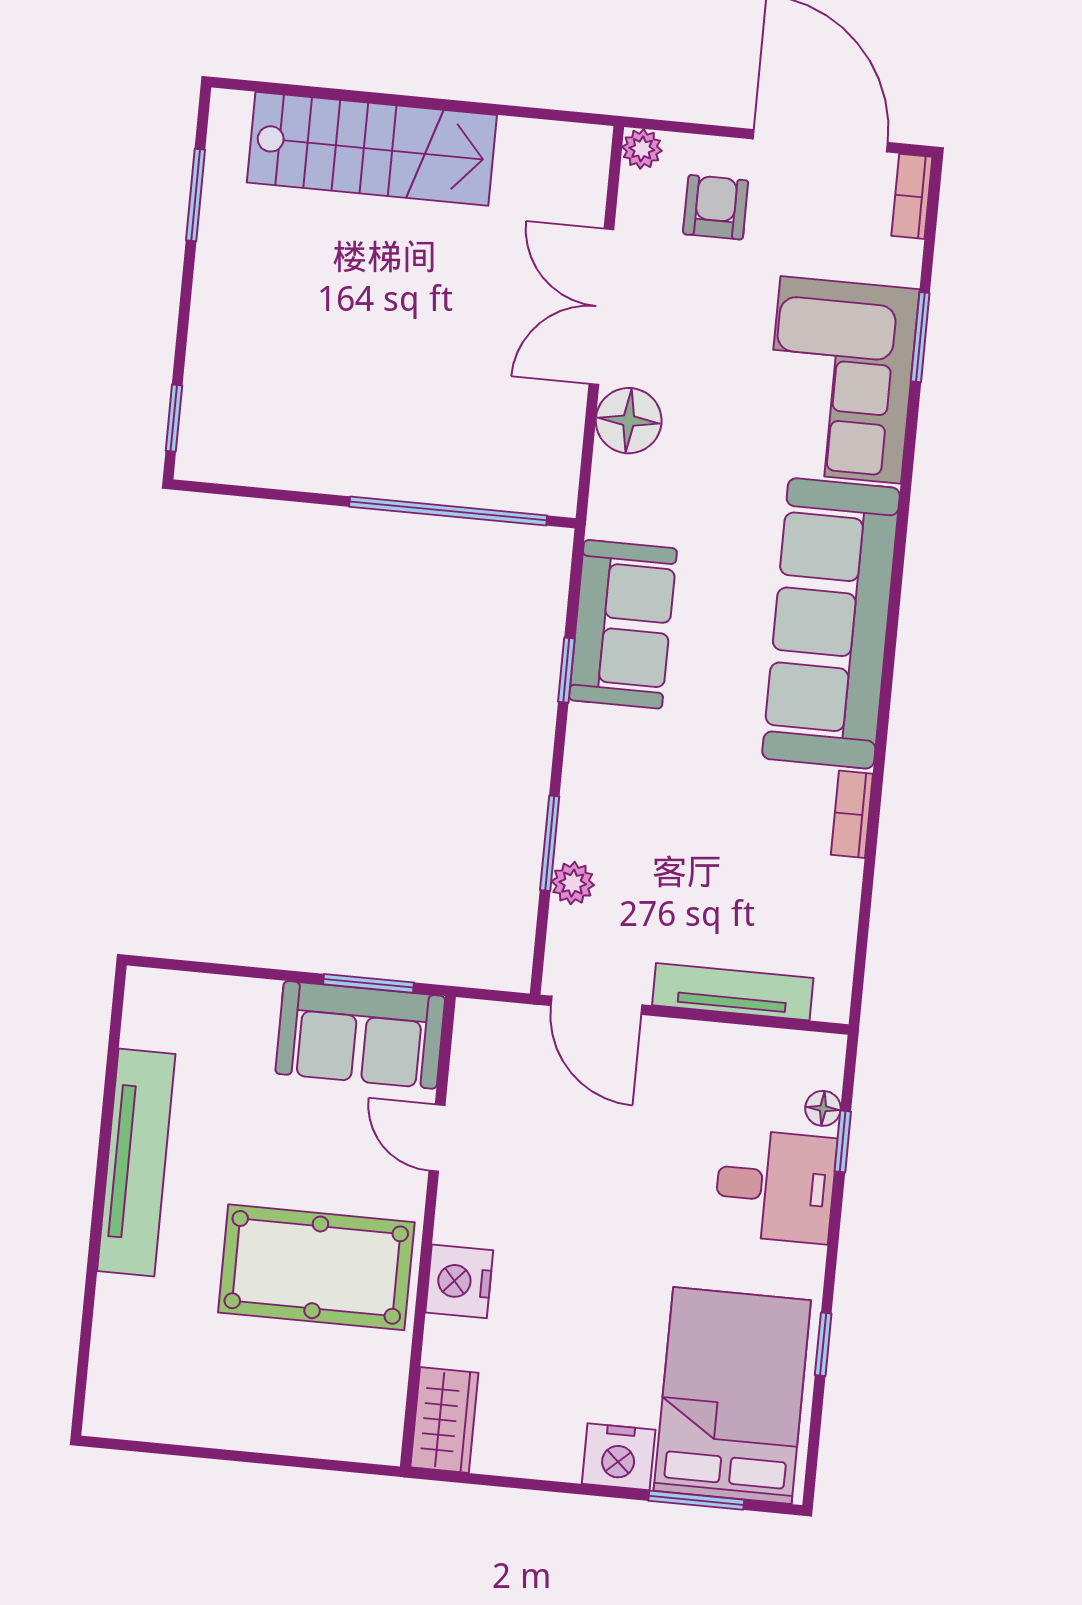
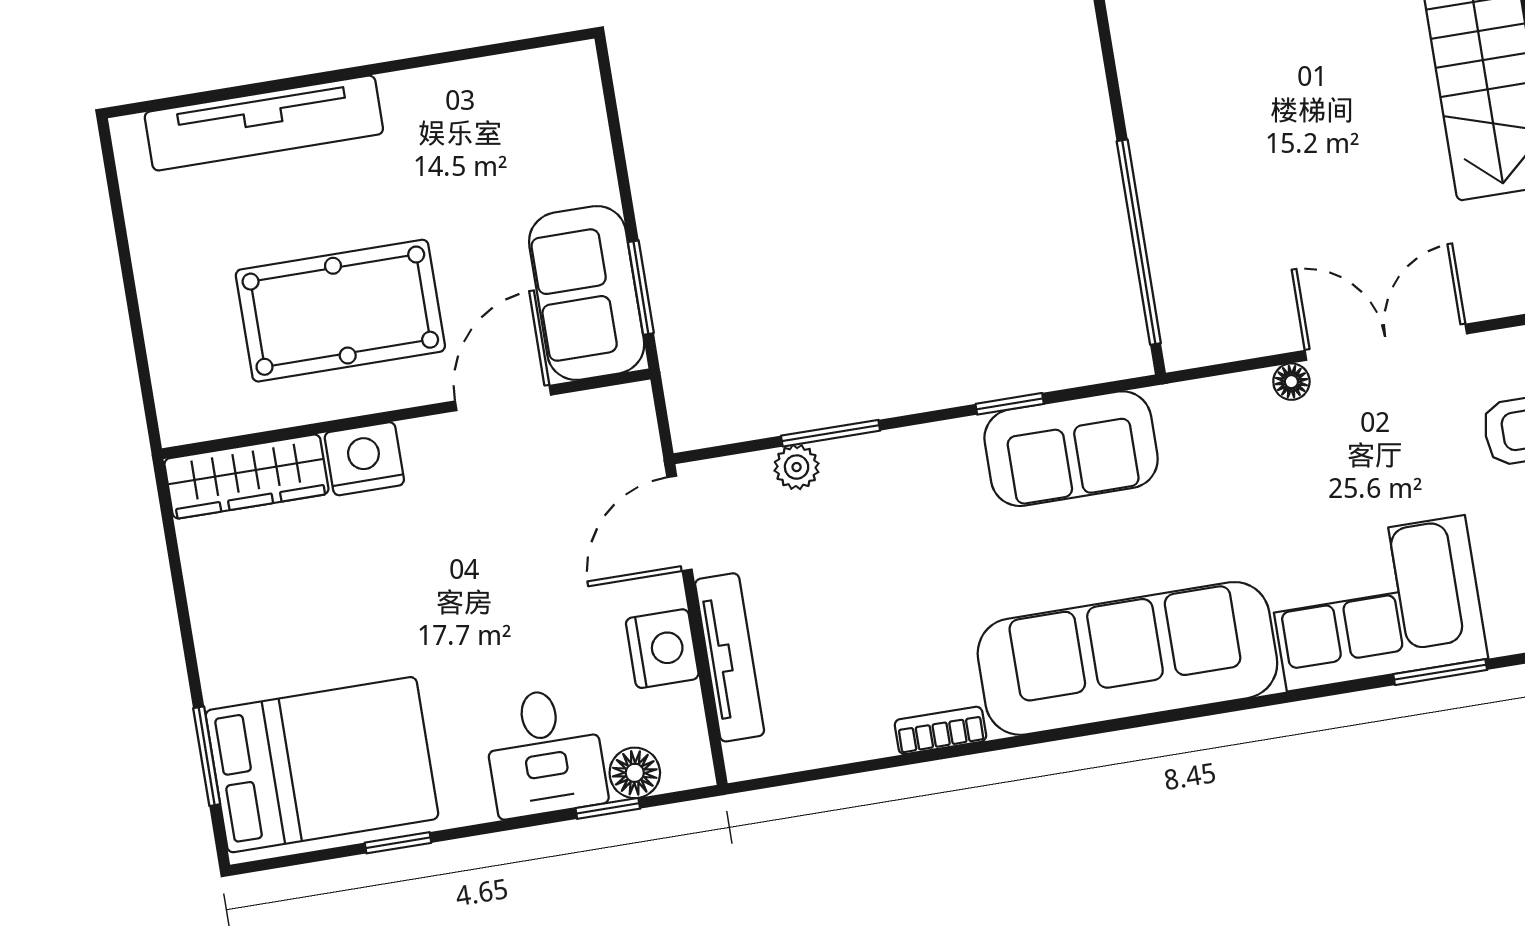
floor lamp: (629, 421) -> (1291, 382), width x0.53, depth x0.53
floor lamp: (823, 1108) -> (635, 773), width x1.37, depth x1.37
door: (437, 1138) -> (503, 398), width x1.38
tv unit: (136, 1163) -> (264, 123), moved
pool table: (316, 1267) -> (340, 311), turned 90
wardrobe: (444, 1420) -> (246, 476), width x1.50
nightstand: (619, 1457) -> (662, 649), moved, turned 180

